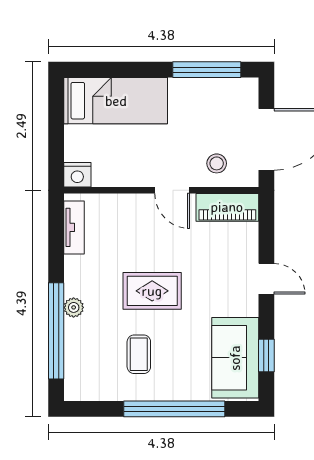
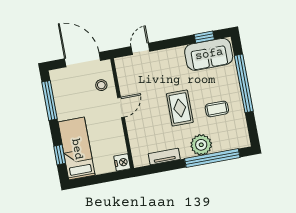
window: (110, 70) -> (60, 155), added
piano: (227, 207) -> (125, 74), removed
tv unit: (74, 227) -> (164, 157), moved
door: (266, 279) -> (140, 49), moved
plant: (74, 307) -> (201, 145), width x1.88, depth x1.88

